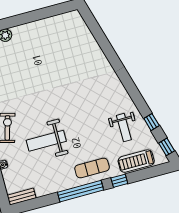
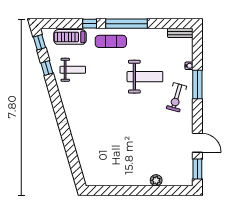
weight bench: (124, 128) -> (73, 70), turned 90
treadmill: (136, 161) -> (70, 37), turned 180

